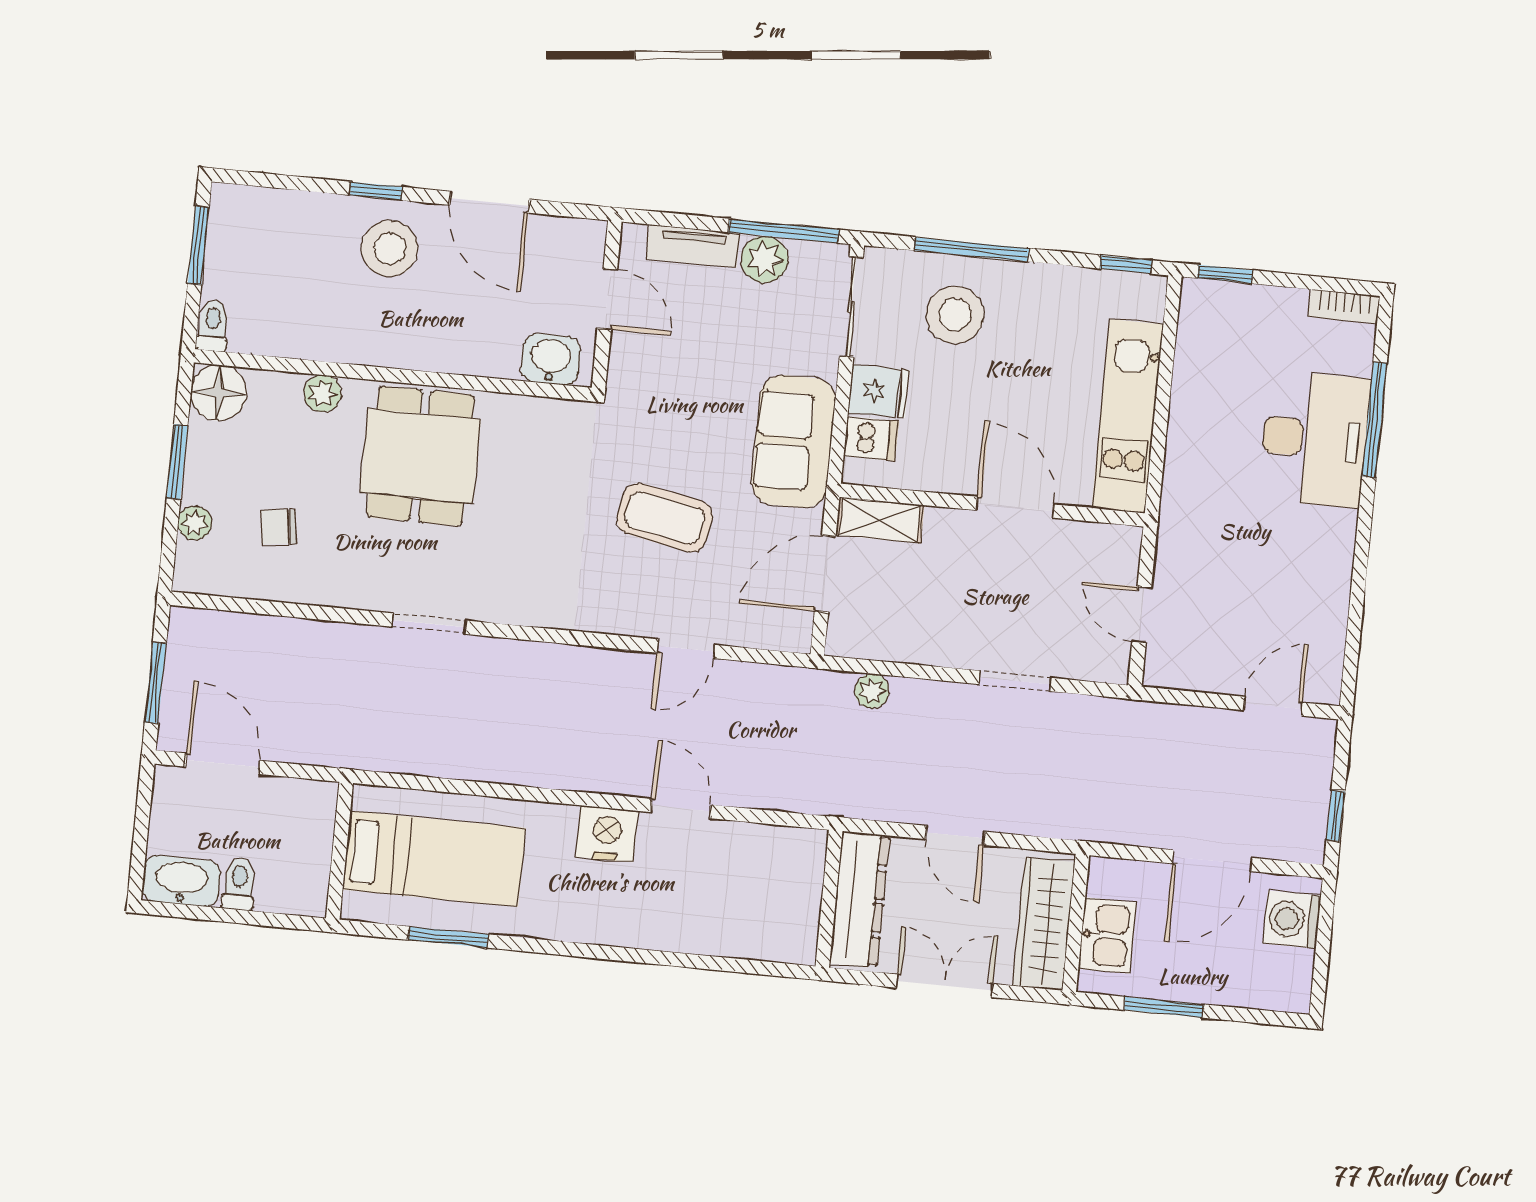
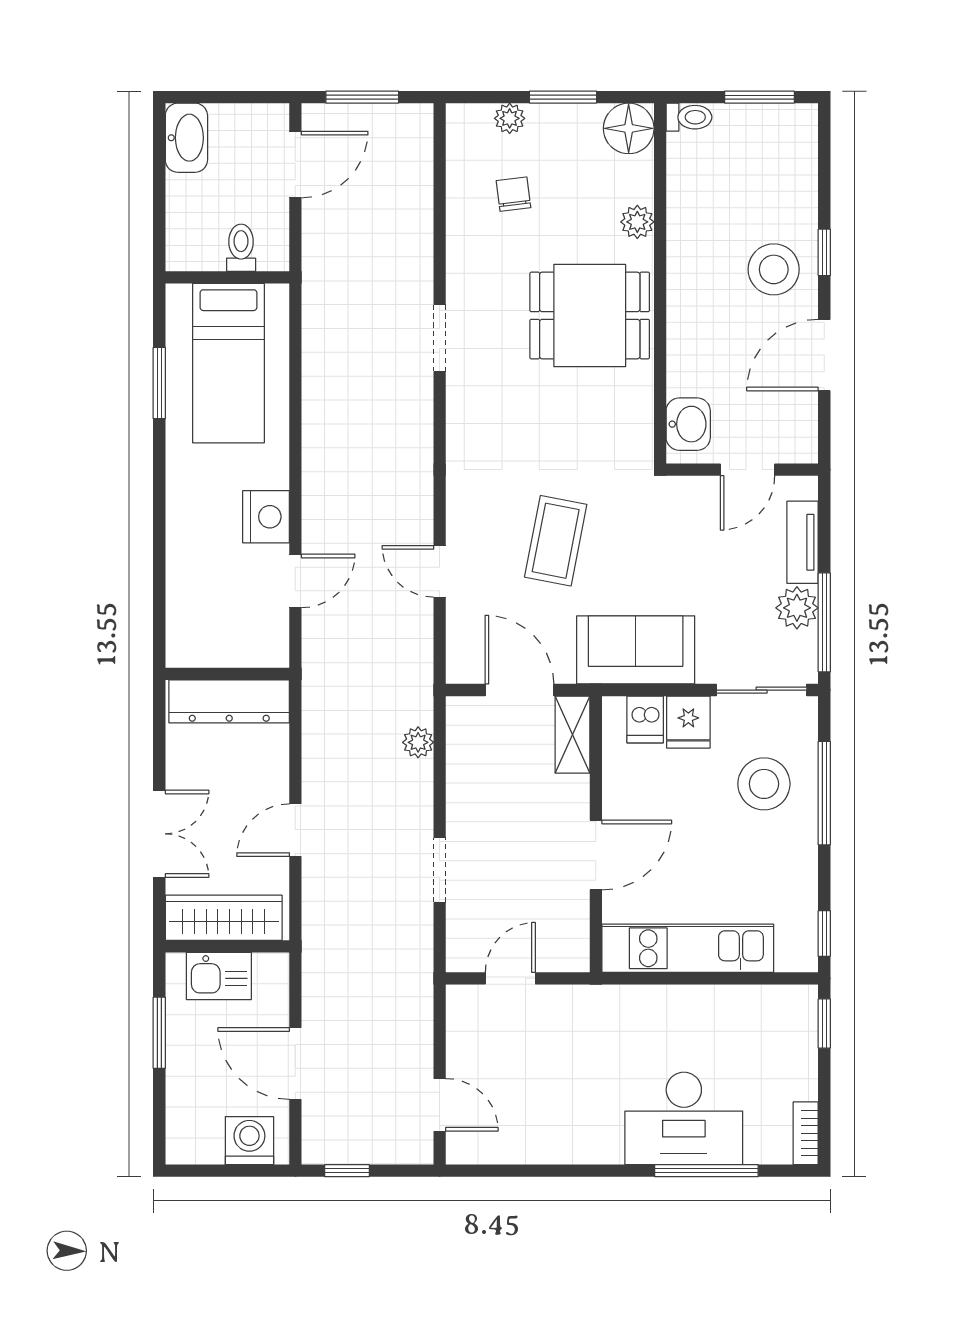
toilet: (239, 884) -> (241, 248), moved, turned -90
wall: (829, 899) -> (227, 674), moved
dresser: (859, 900) -> (229, 701), moved

